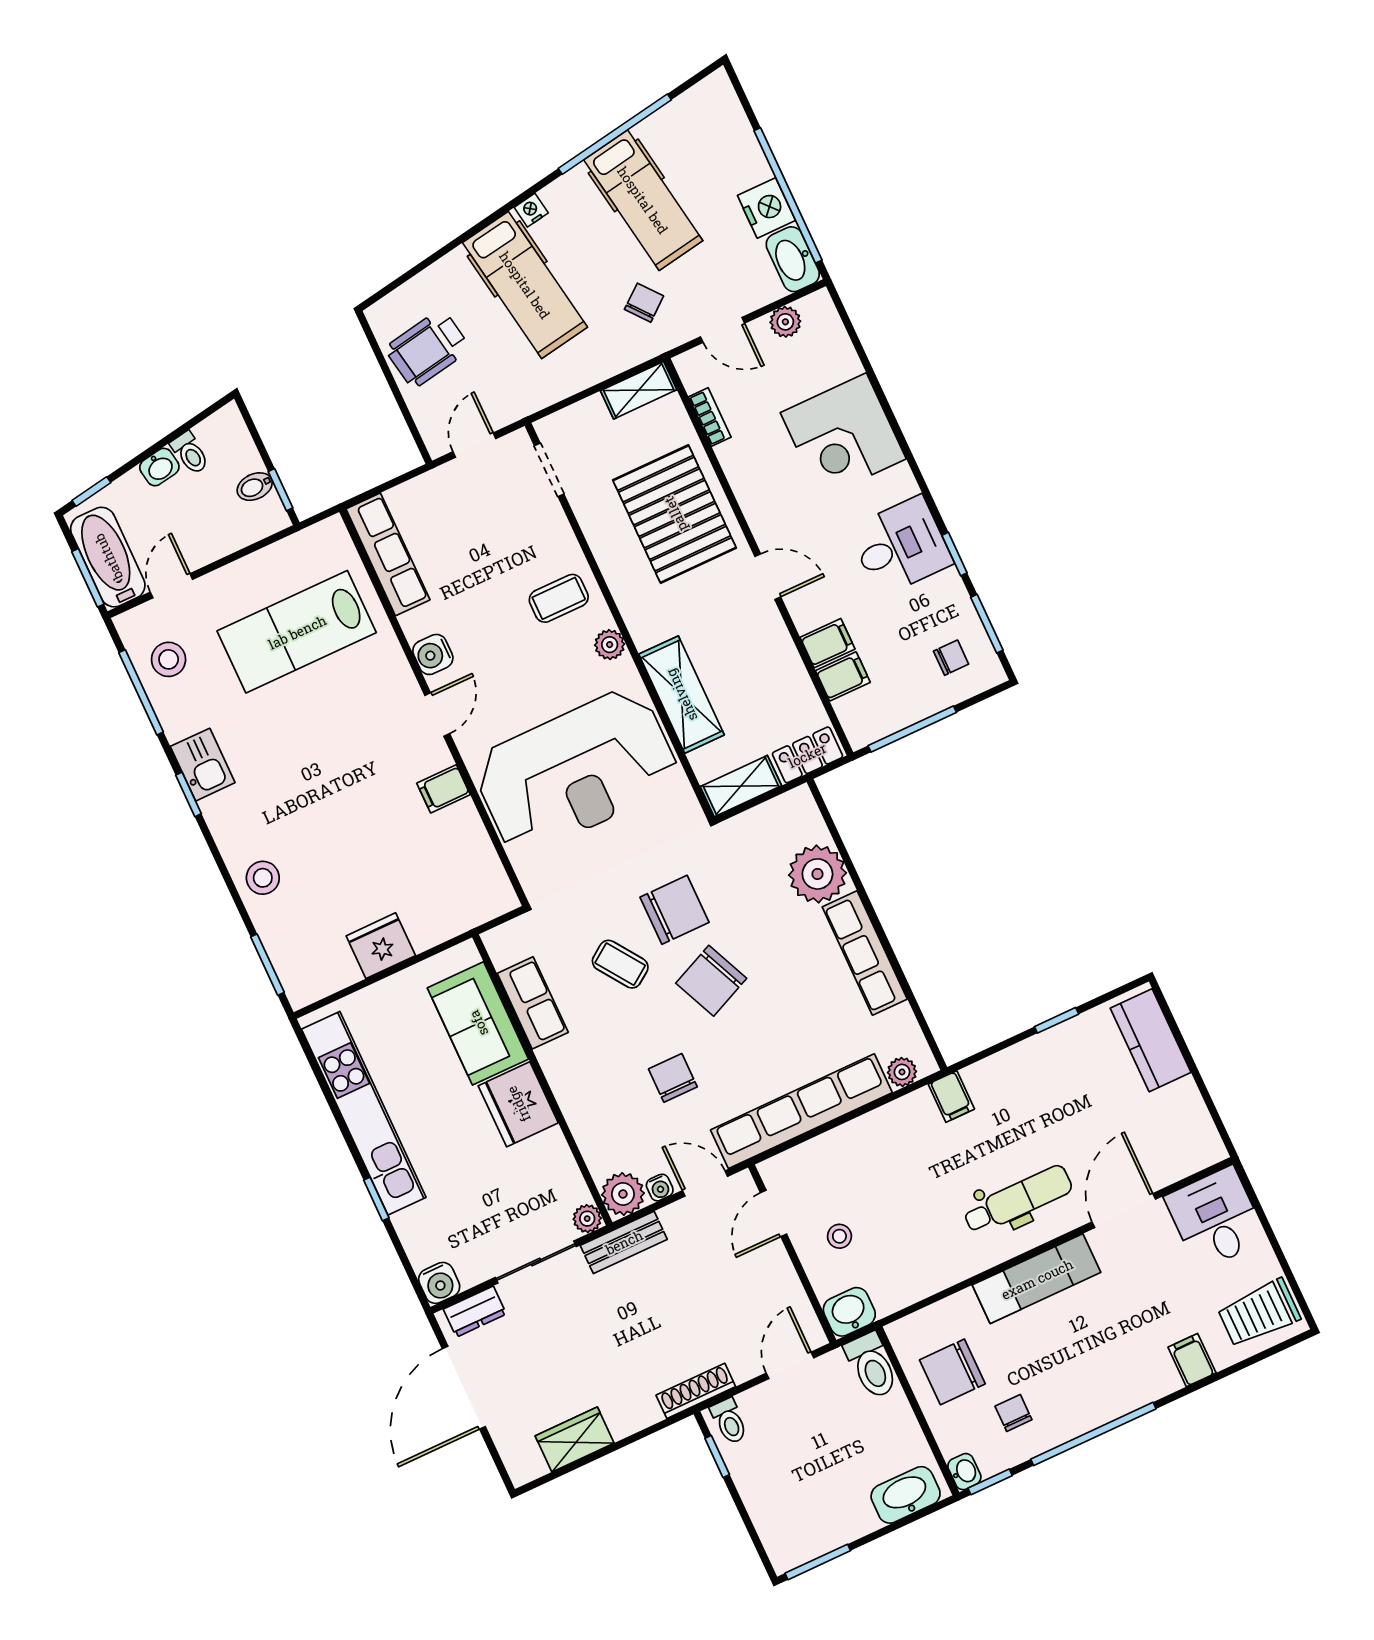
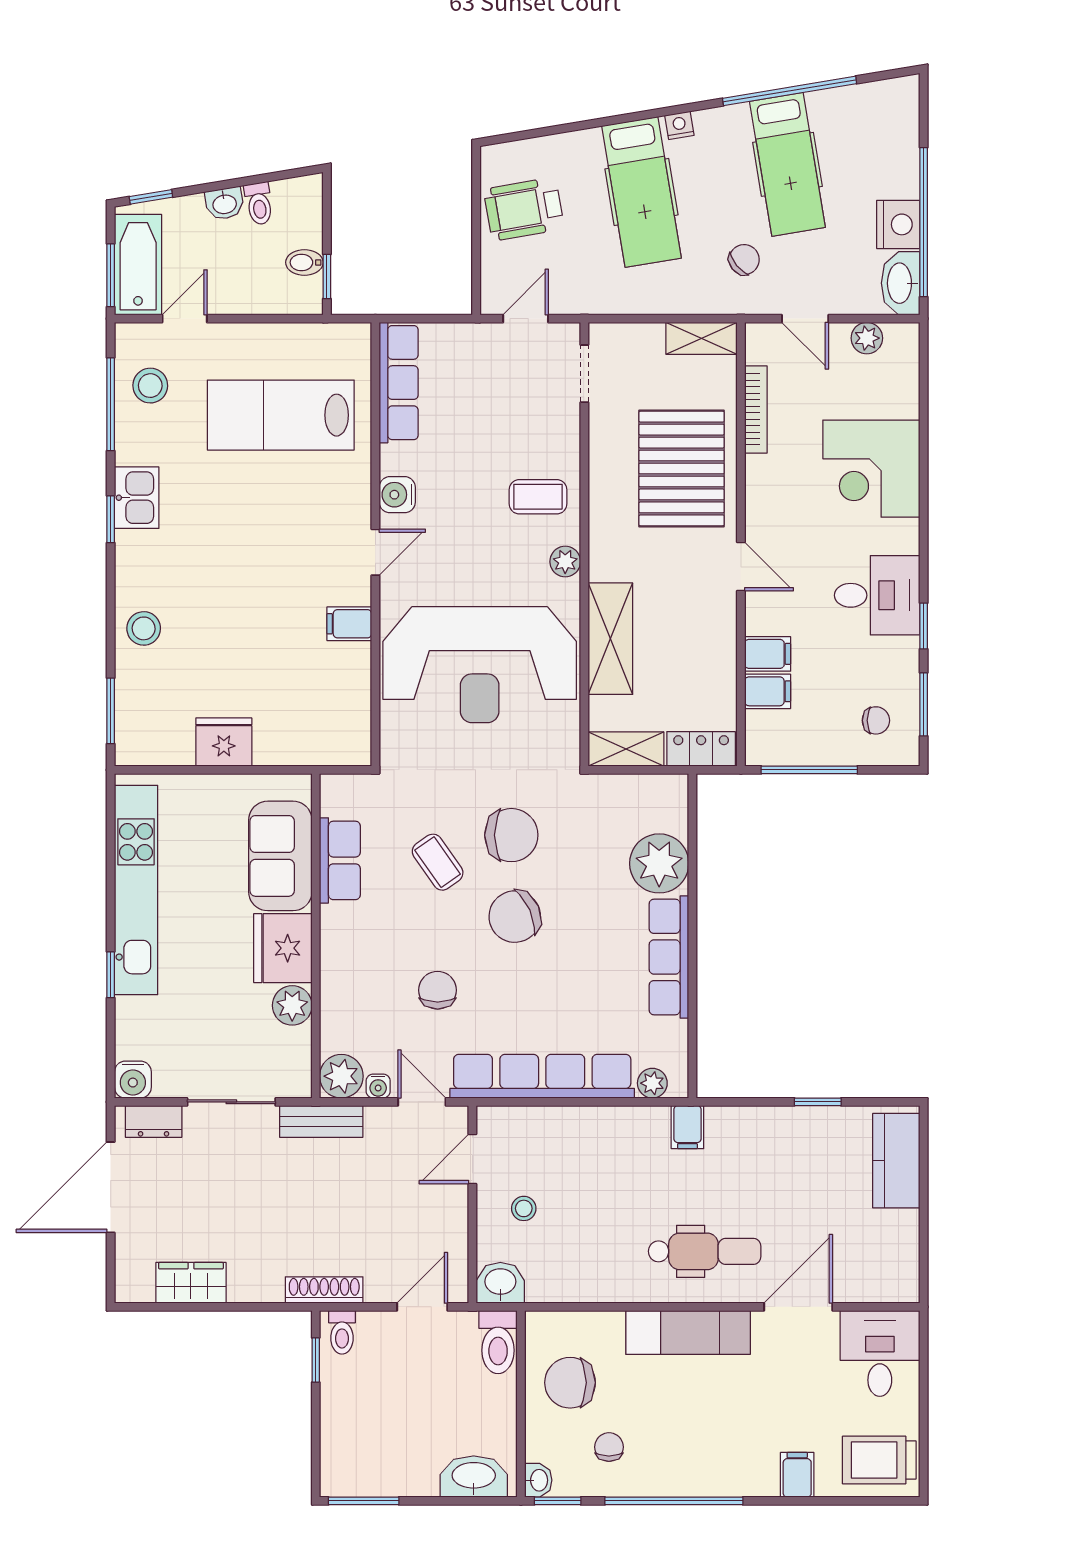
bookcase: (710, 417) -> (756, 409), width x1.56
plant: (587, 1219) -> (292, 1005), moved, width x1.38, depth x1.38

